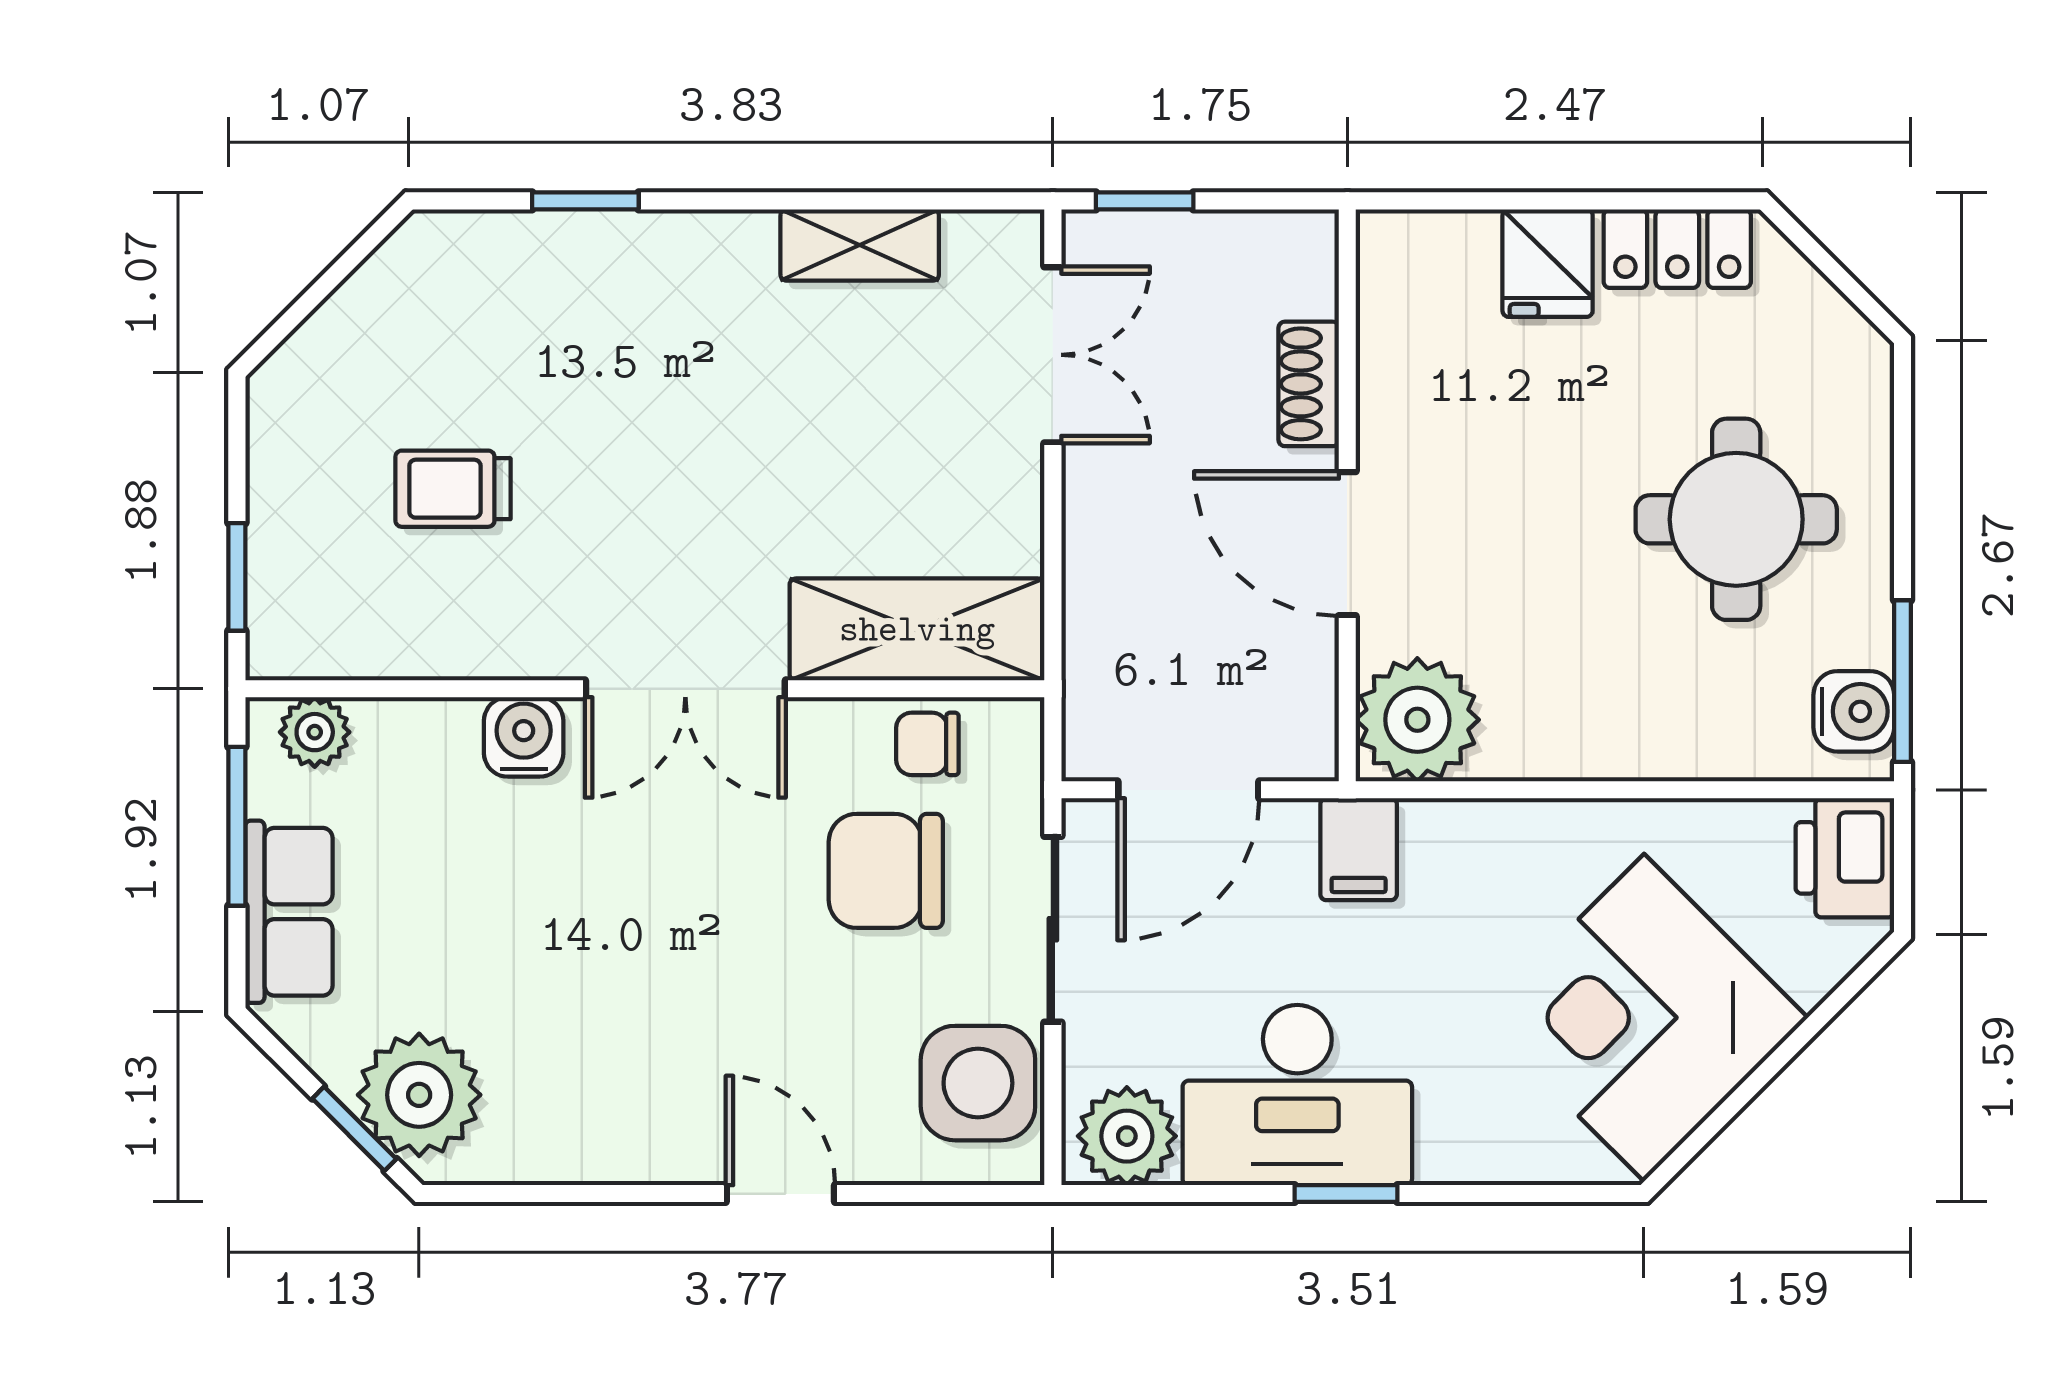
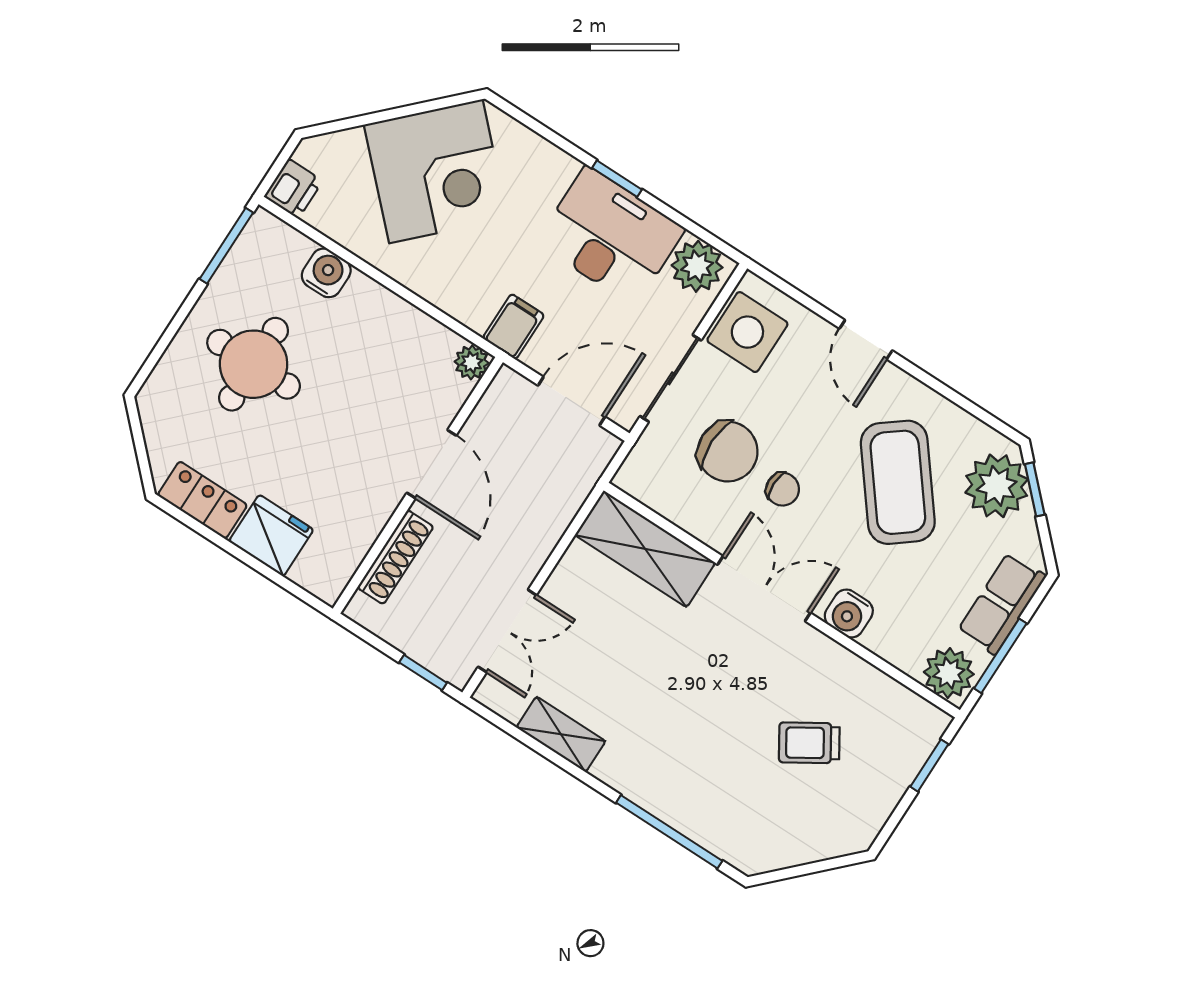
window: (585, 201) -> (669, 832), width x2.17
fridge: (1548, 263) -> (271, 536), width x1.38
double door: (1053, 355) -> (507, 631), swing flipped
shoe rack: (1309, 384) -> (395, 557), width x1.43
trolley: (453, 489) -> (809, 743), turned 148
water cooler: (1854, 711) -> (326, 273), moved, turned 90
plant: (1417, 720) -> (472, 362), width x0.53, depth x0.53
plant: (315, 732) -> (949, 673), width x1.38, depth x1.38
chair: (927, 744) -> (783, 489), moved
printer: (1845, 858) -> (293, 189), width x0.73, depth x0.81
coffee table: (581, 998) -> (898, 482), added

